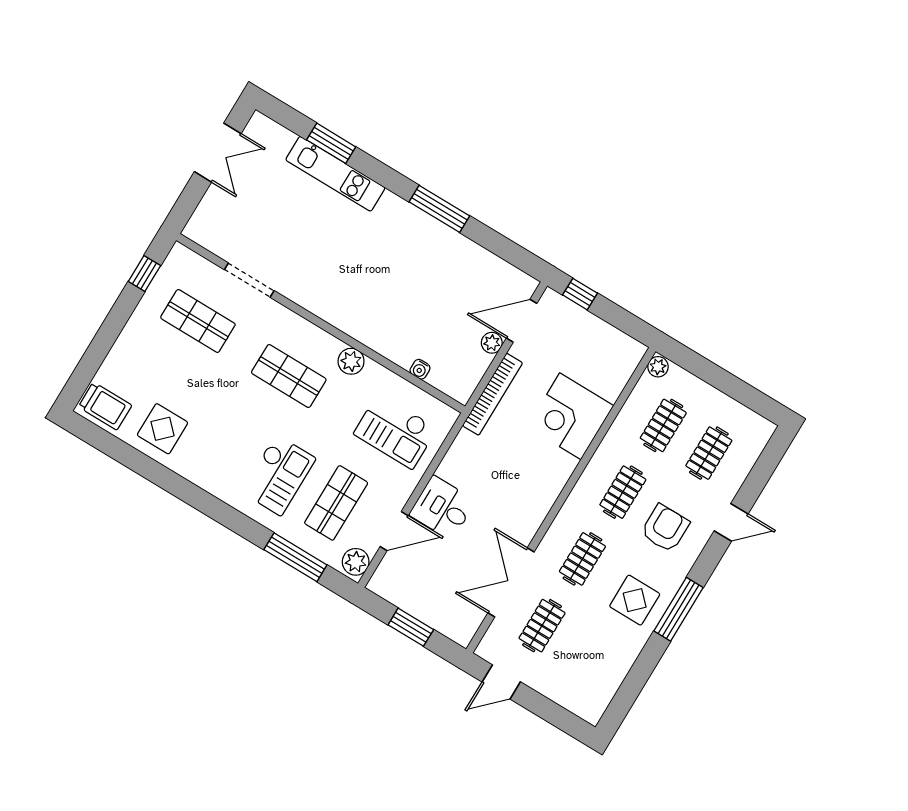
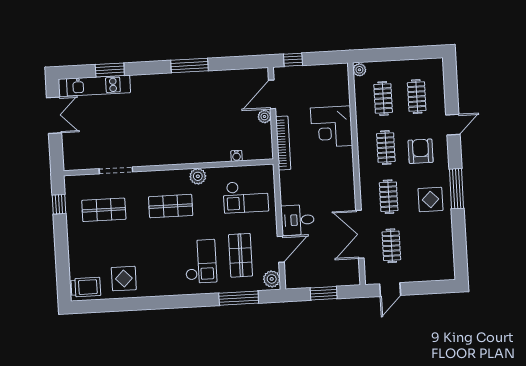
kitchen unit: (335, 174) -> (98, 86), moved

